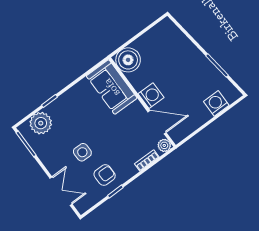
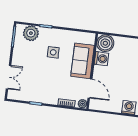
sofa: (112, 87) -> (83, 61), moved
washing machine: (151, 96) -> (101, 59), moved
side table: (82, 152) -> (53, 52), moved
armchair: (105, 175) -> (38, 90), removed

